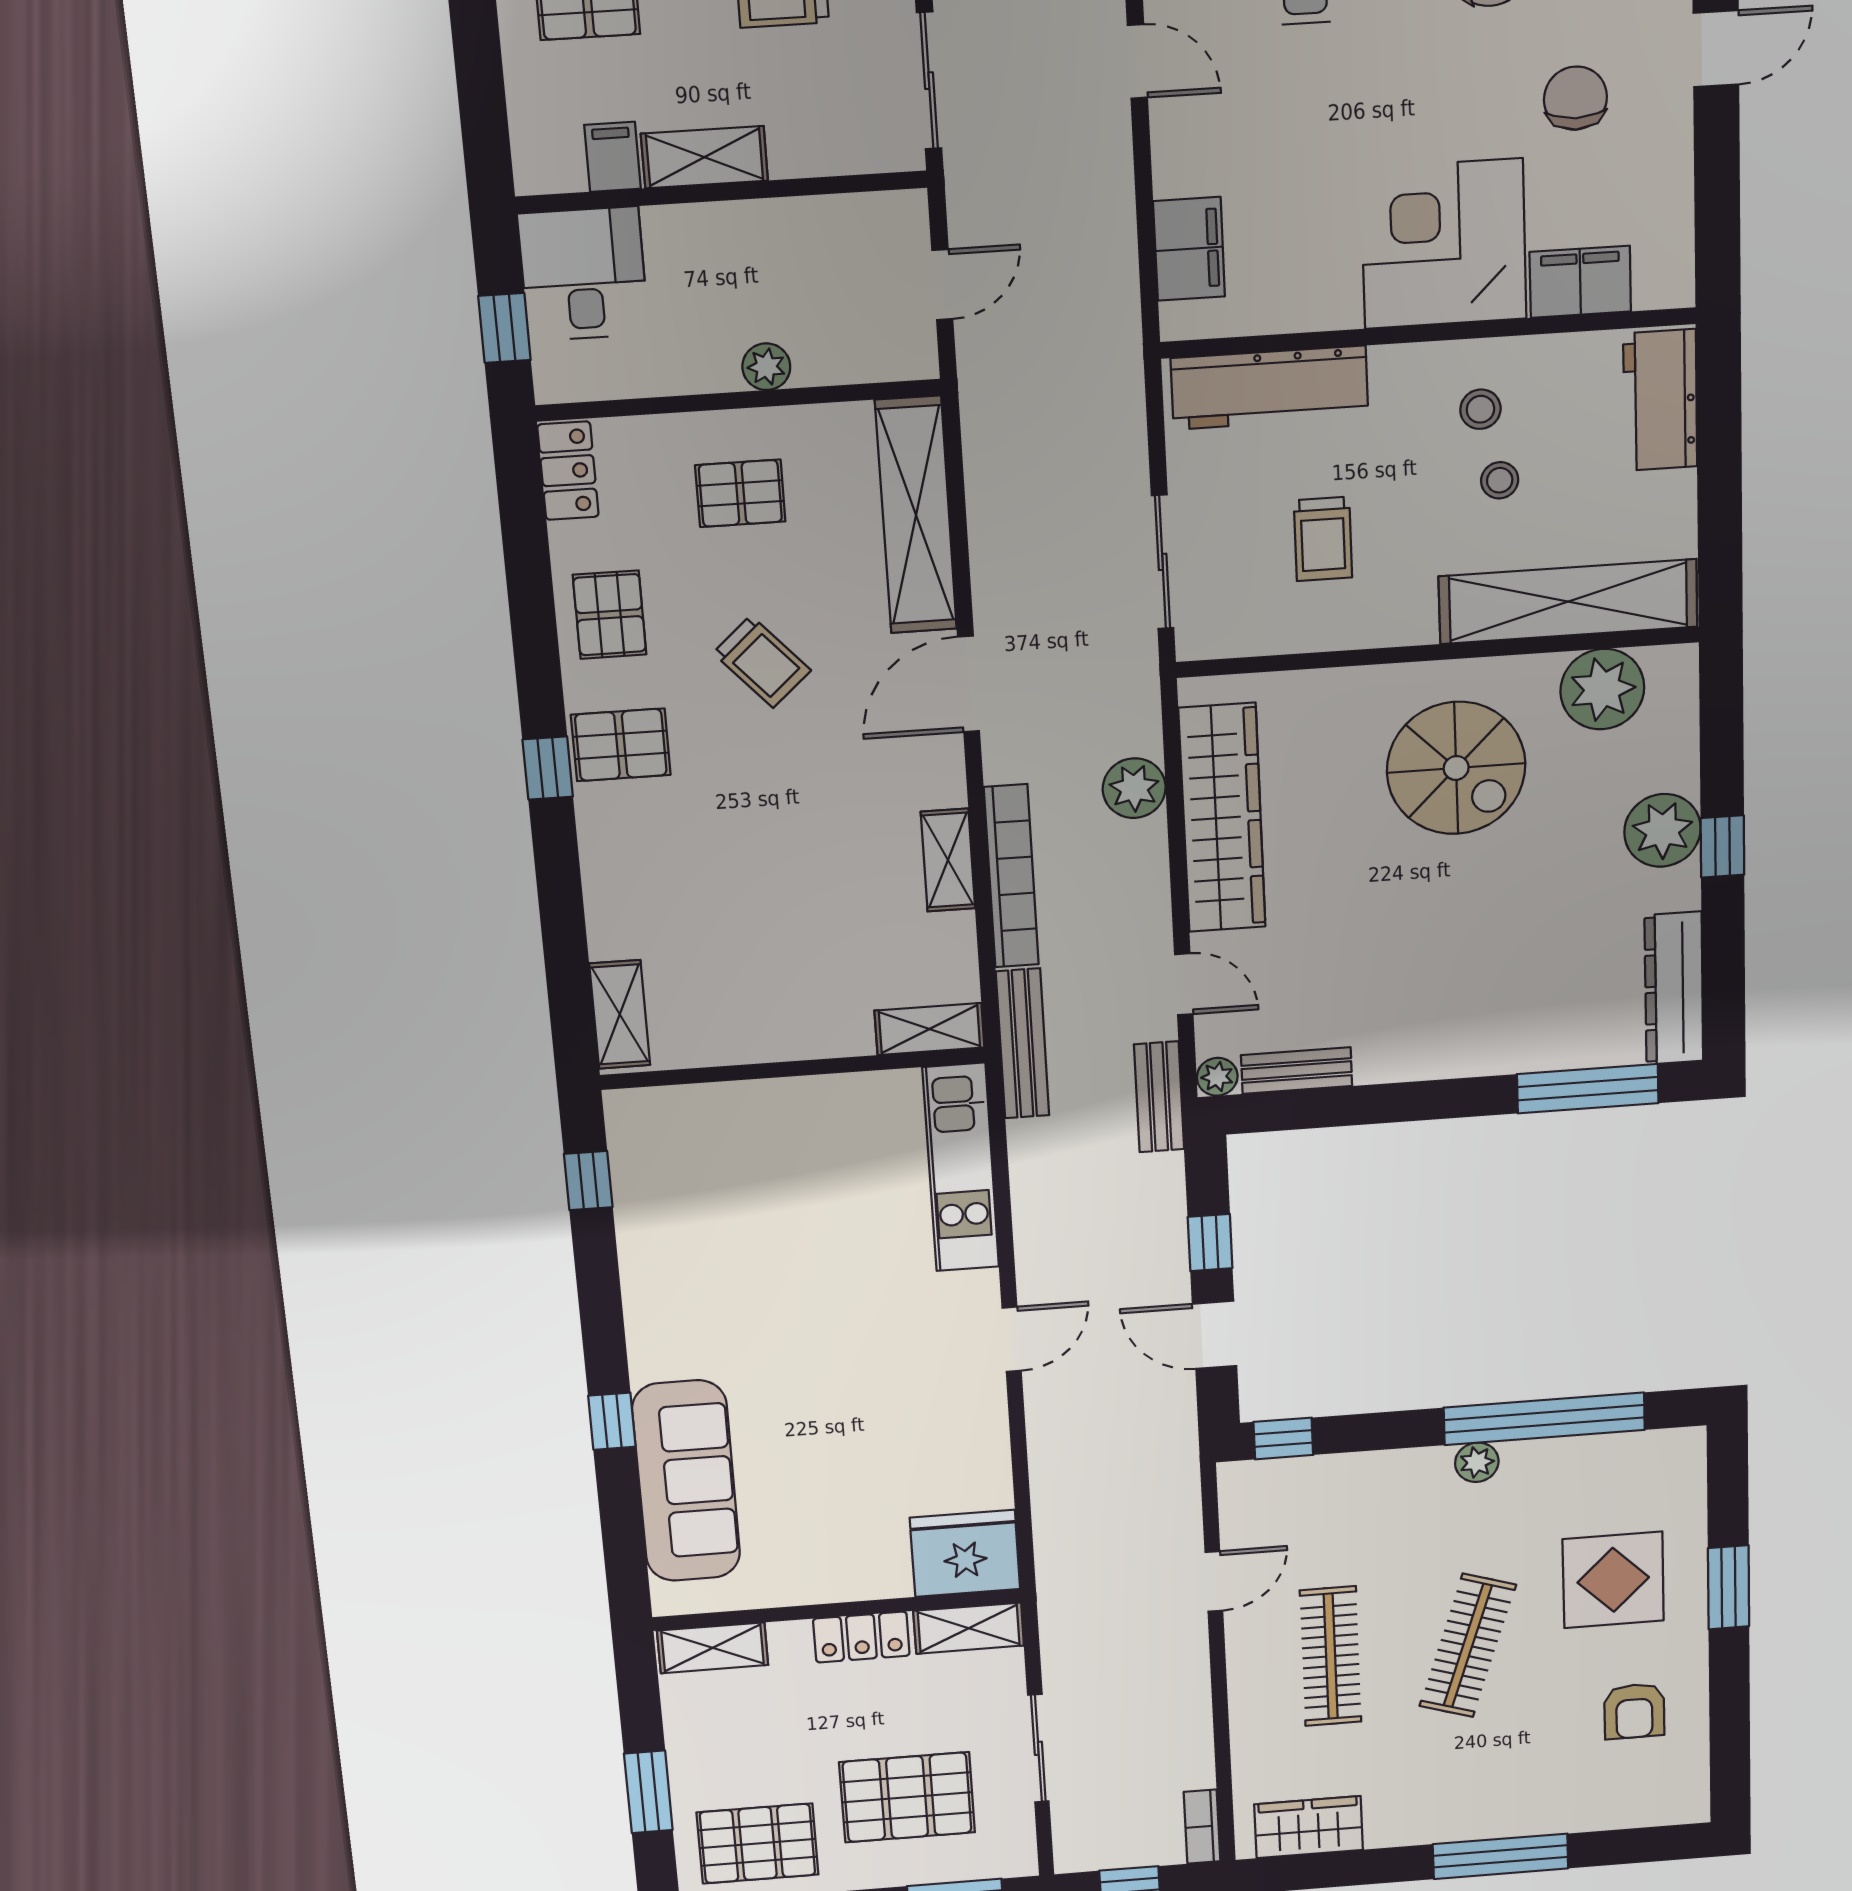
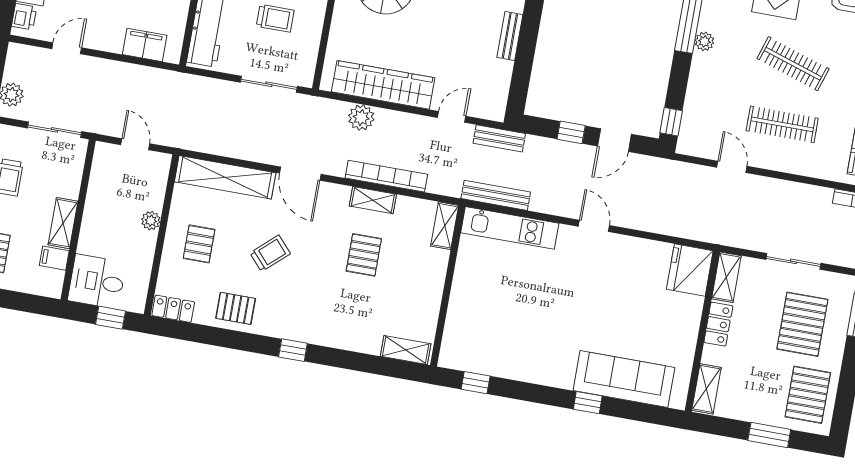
pallet: (621, 745) -> (364, 255), moved
bench: (1023, 1044) -> (496, 195), moved
bench: (1297, 1070) -> (510, 36), moved
plant: (1217, 1077) -> (497, 112), removed

